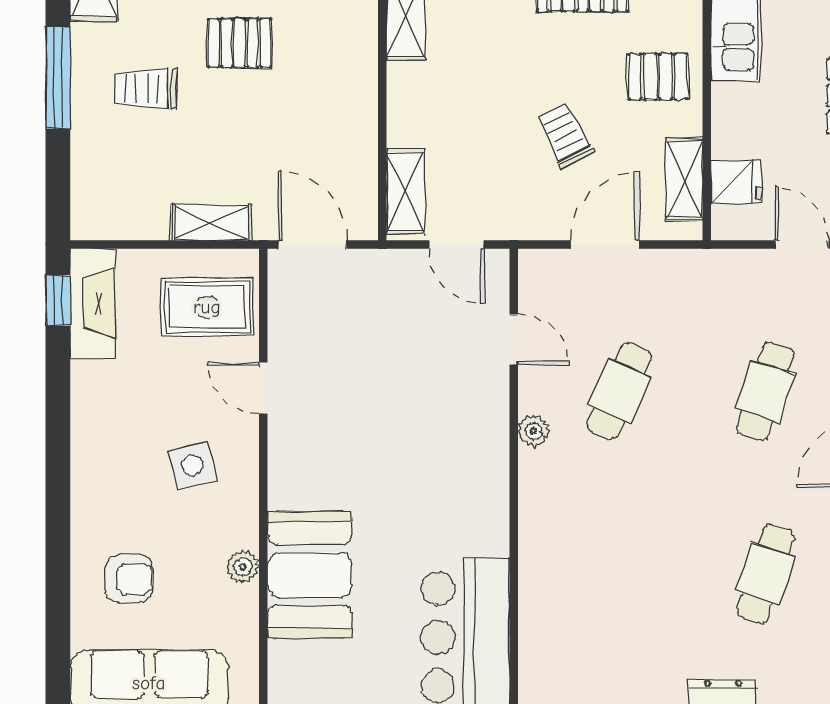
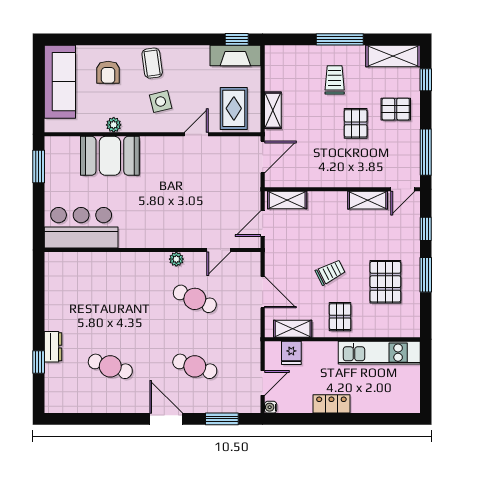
trolley: (565, 135) -> (330, 272), moved
coffee table: (109, 483) -> (152, 63), added

